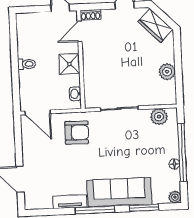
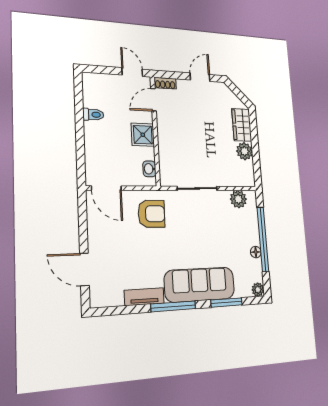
wardrobe: (155, 26) -> (242, 125), moved, turned 45
toilet: (27, 64) -> (93, 115), moved

